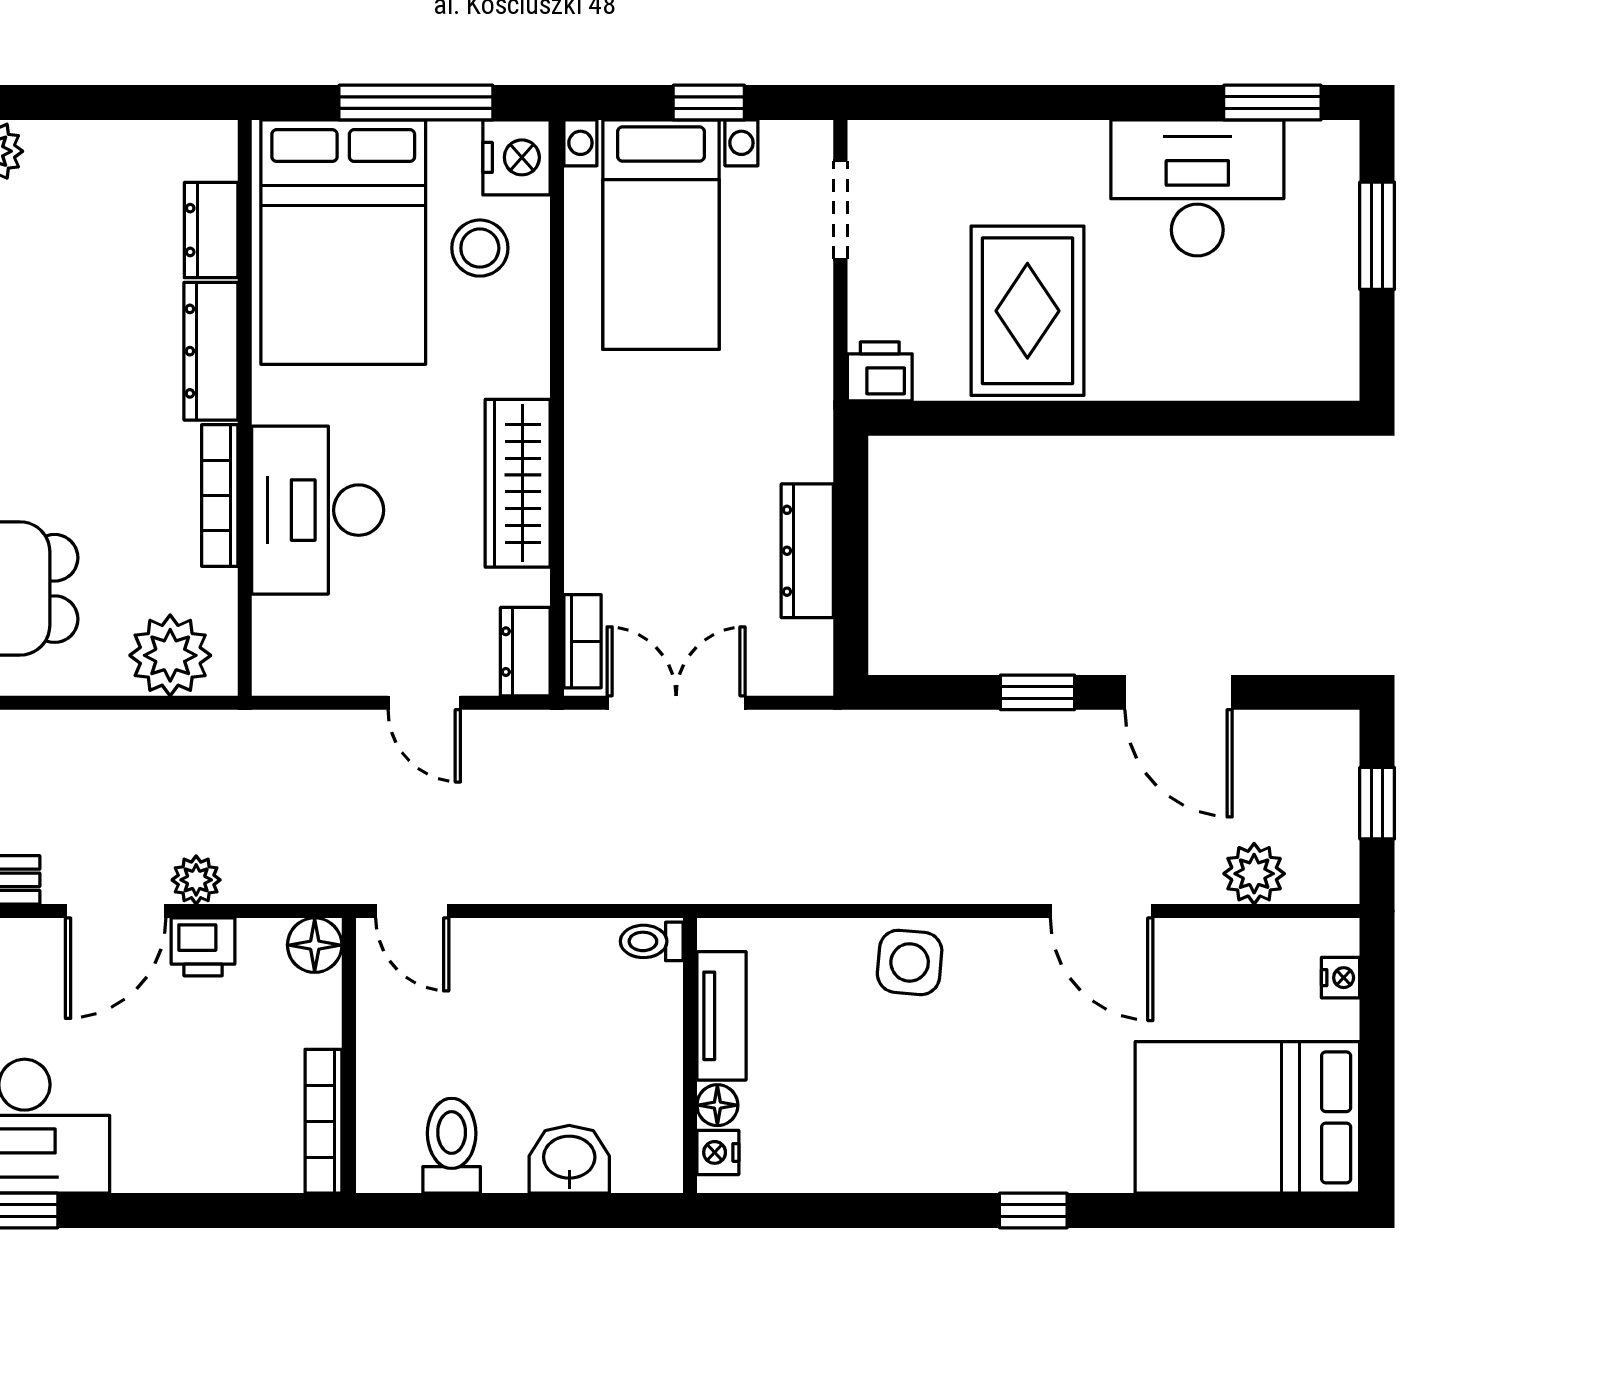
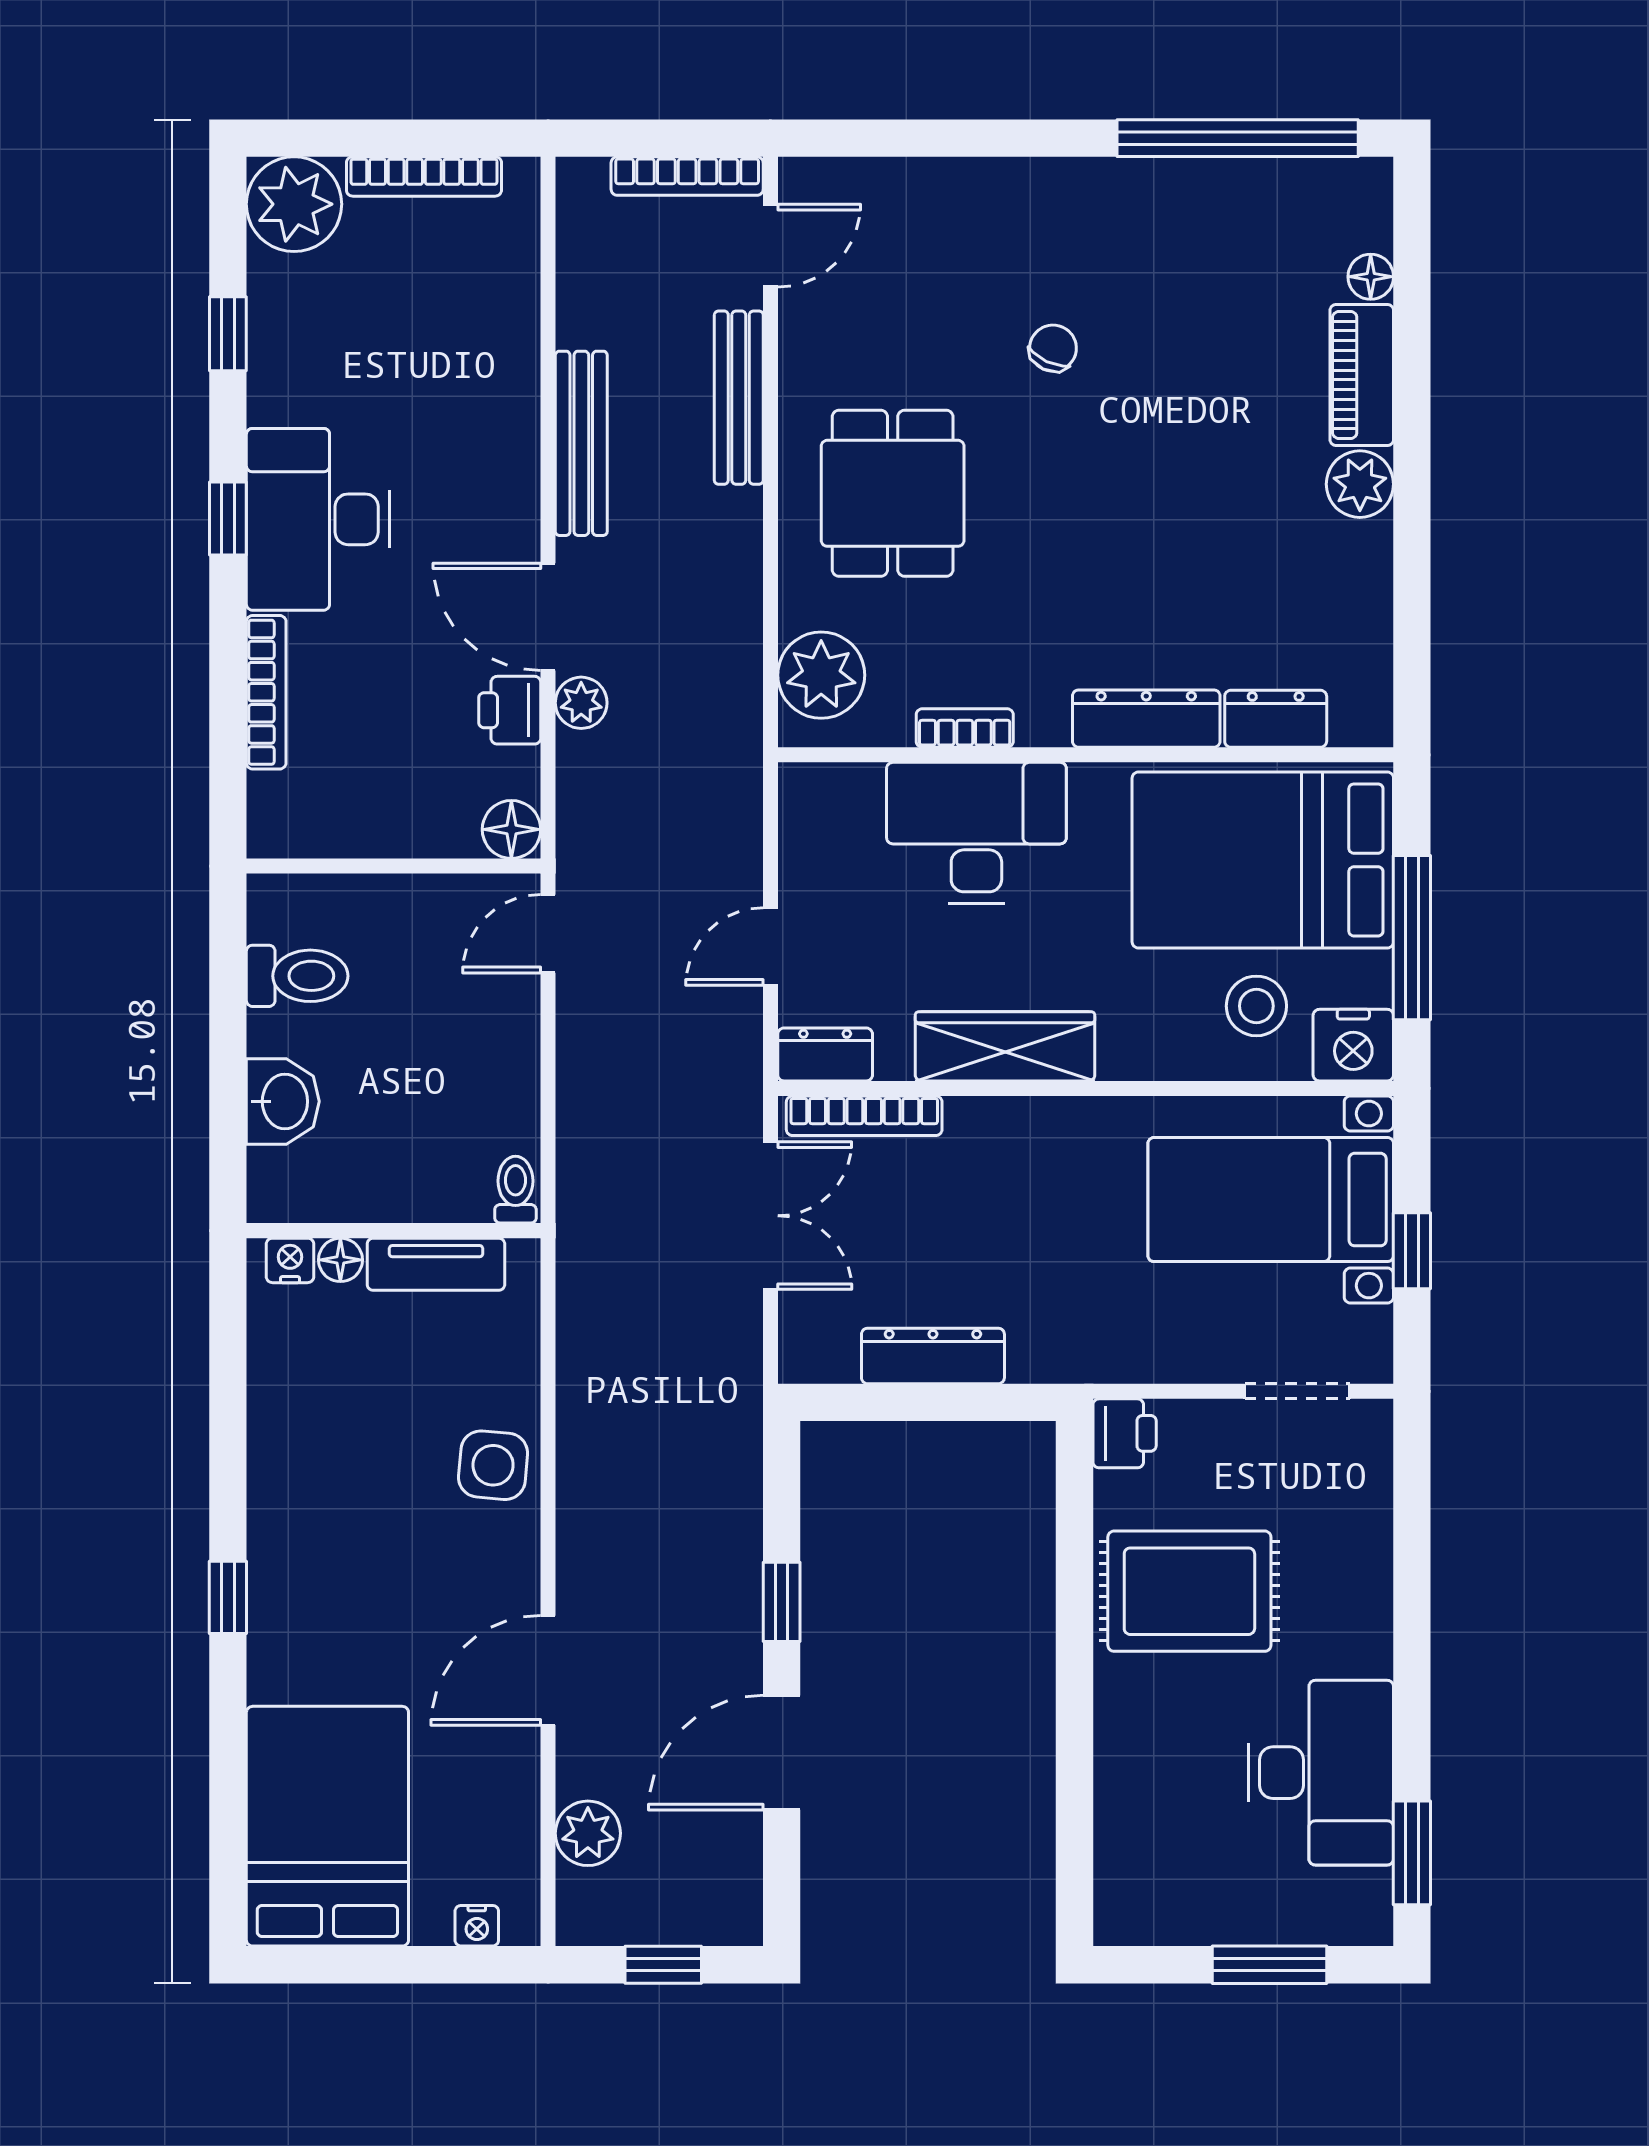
bookcase: (220, 496) -> (965, 728), width x0.64
bookcase: (583, 641) -> (864, 1116), width x1.56
bookcase: (324, 1121) -> (266, 692), moved, turned 90

